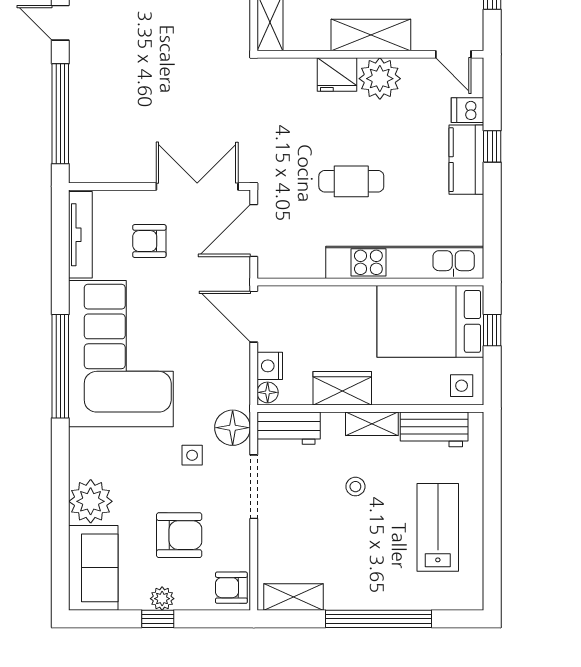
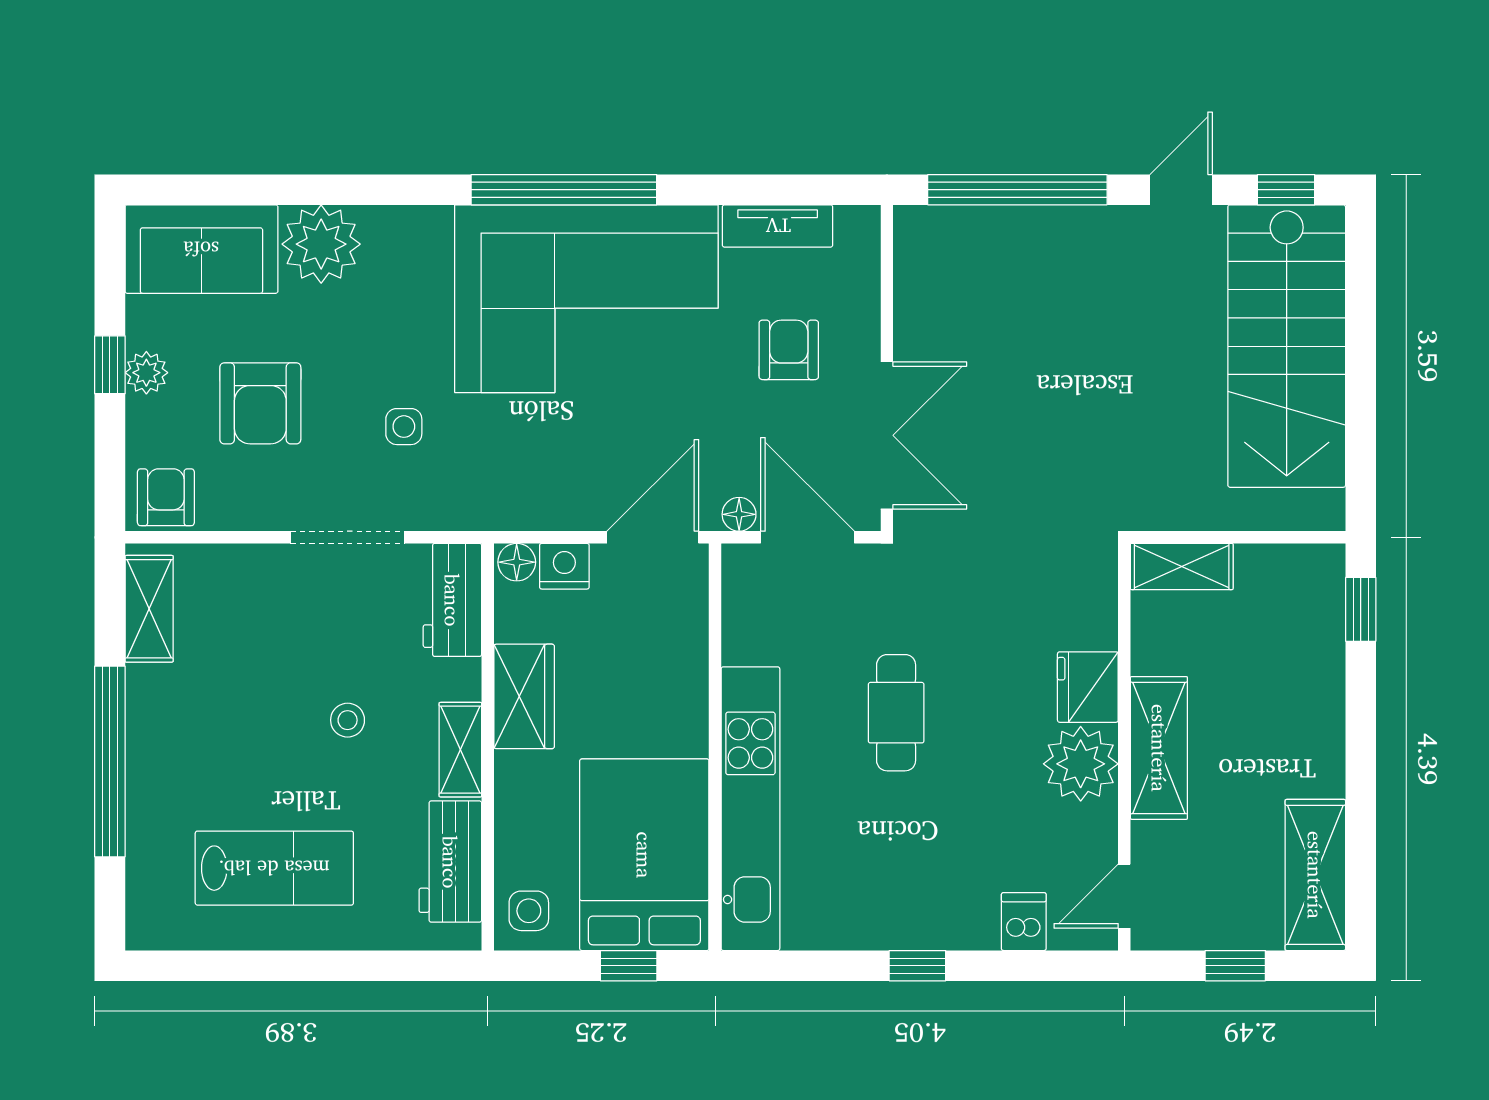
window: (492, 146) -> (917, 966), moved
kitchen counter: (466, 160) -> (935, 919), removed
tv unit: (80, 235) -> (778, 226), width x0.71
floor lamp: (233, 428) -> (739, 514), moved, width x0.53, depth x0.53

